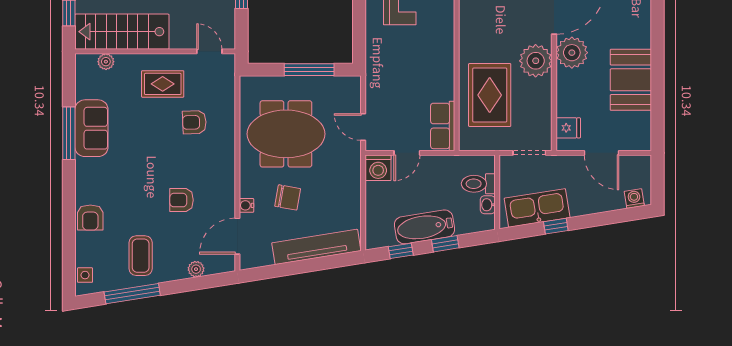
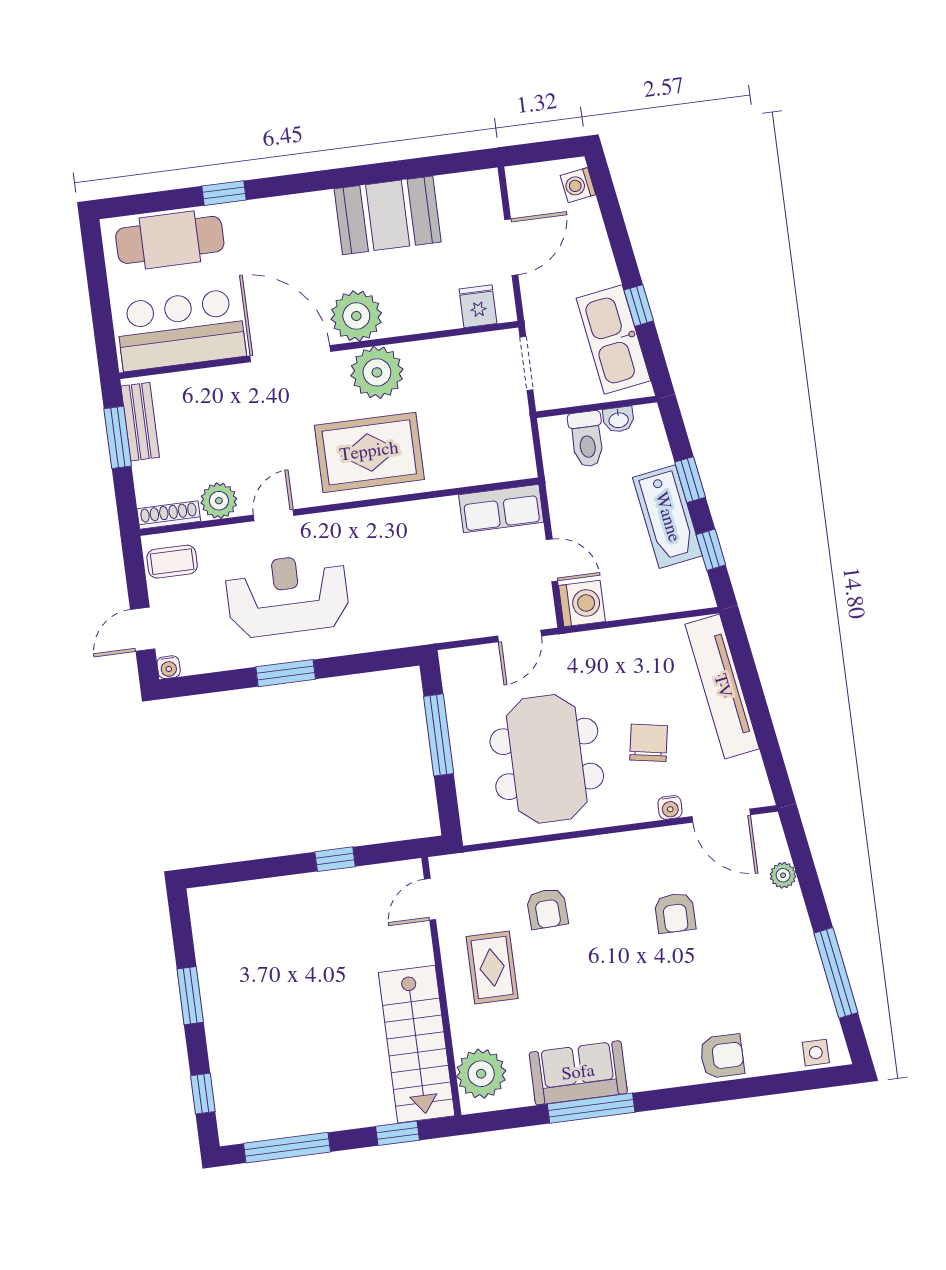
plant: (106, 62) -> (481, 1074), width x1.88, depth x1.88
rug: (490, 95) -> (369, 452), moved
coffee table: (141, 256) -> (773, 967), removed

